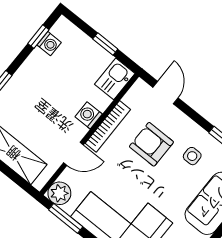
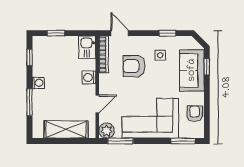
washing machine: (49, 44) -> (38, 83), moved
window: (105, 44) -> (56, 33), moved
bookcase: (108, 126) -> (104, 55), moved

